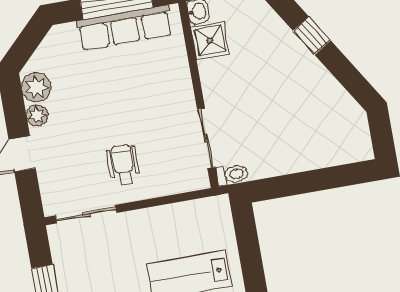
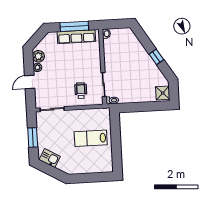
window: (312, 36) -> (156, 57), moved
shower: (210, 41) -> (163, 93), moved
wheelchair: (123, 165) -> (81, 91), moved

